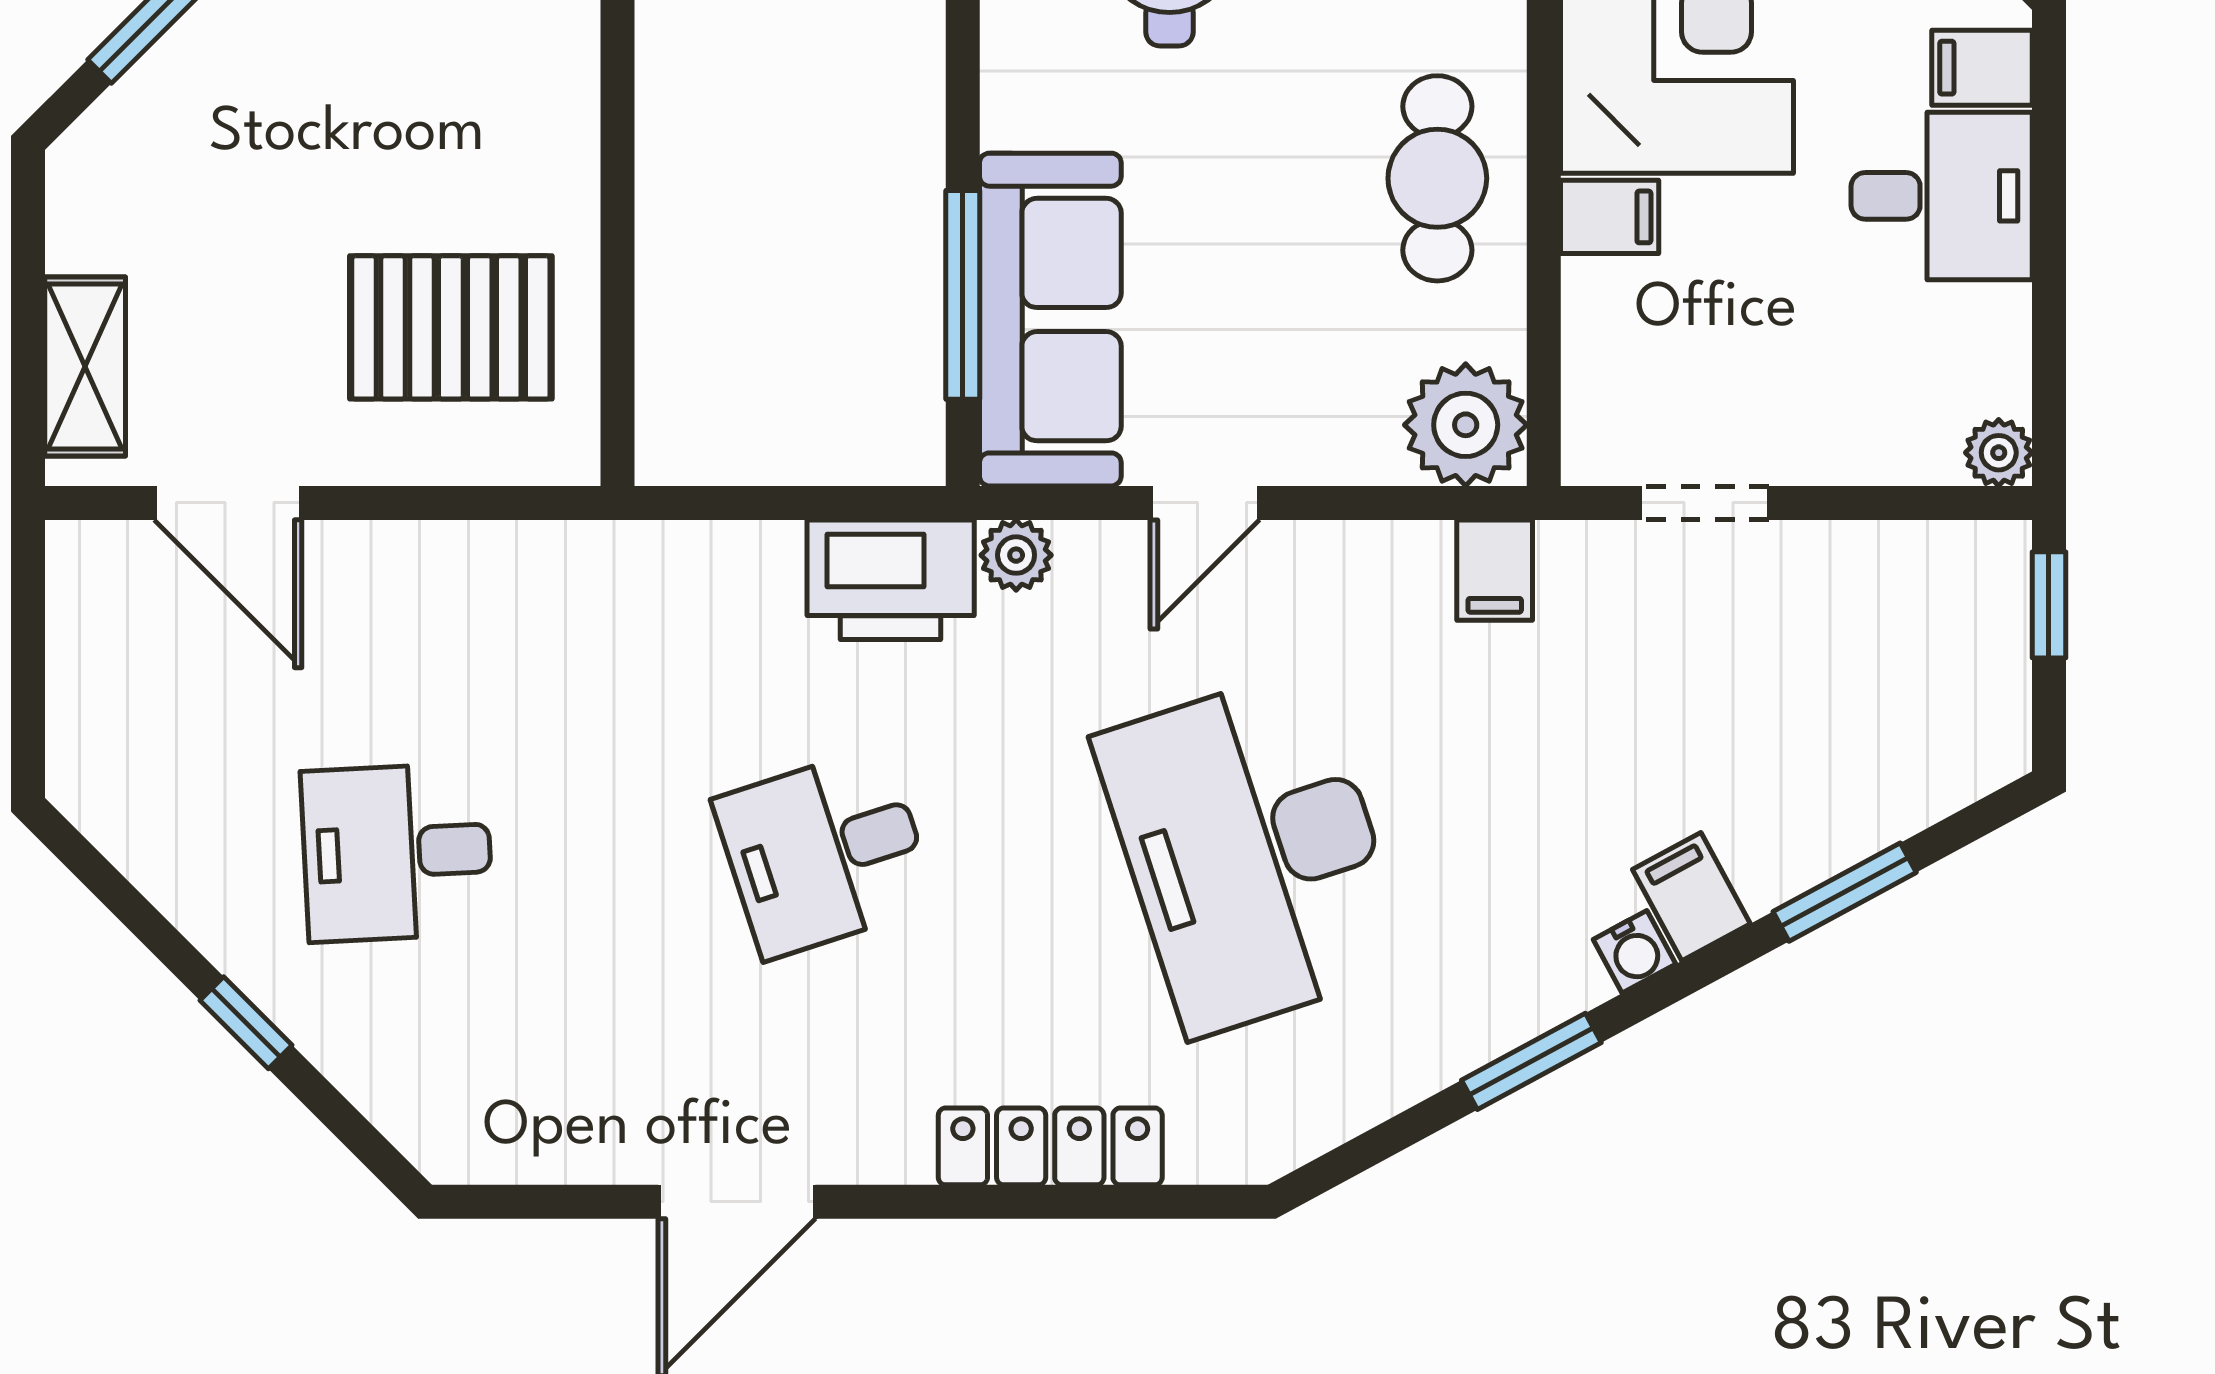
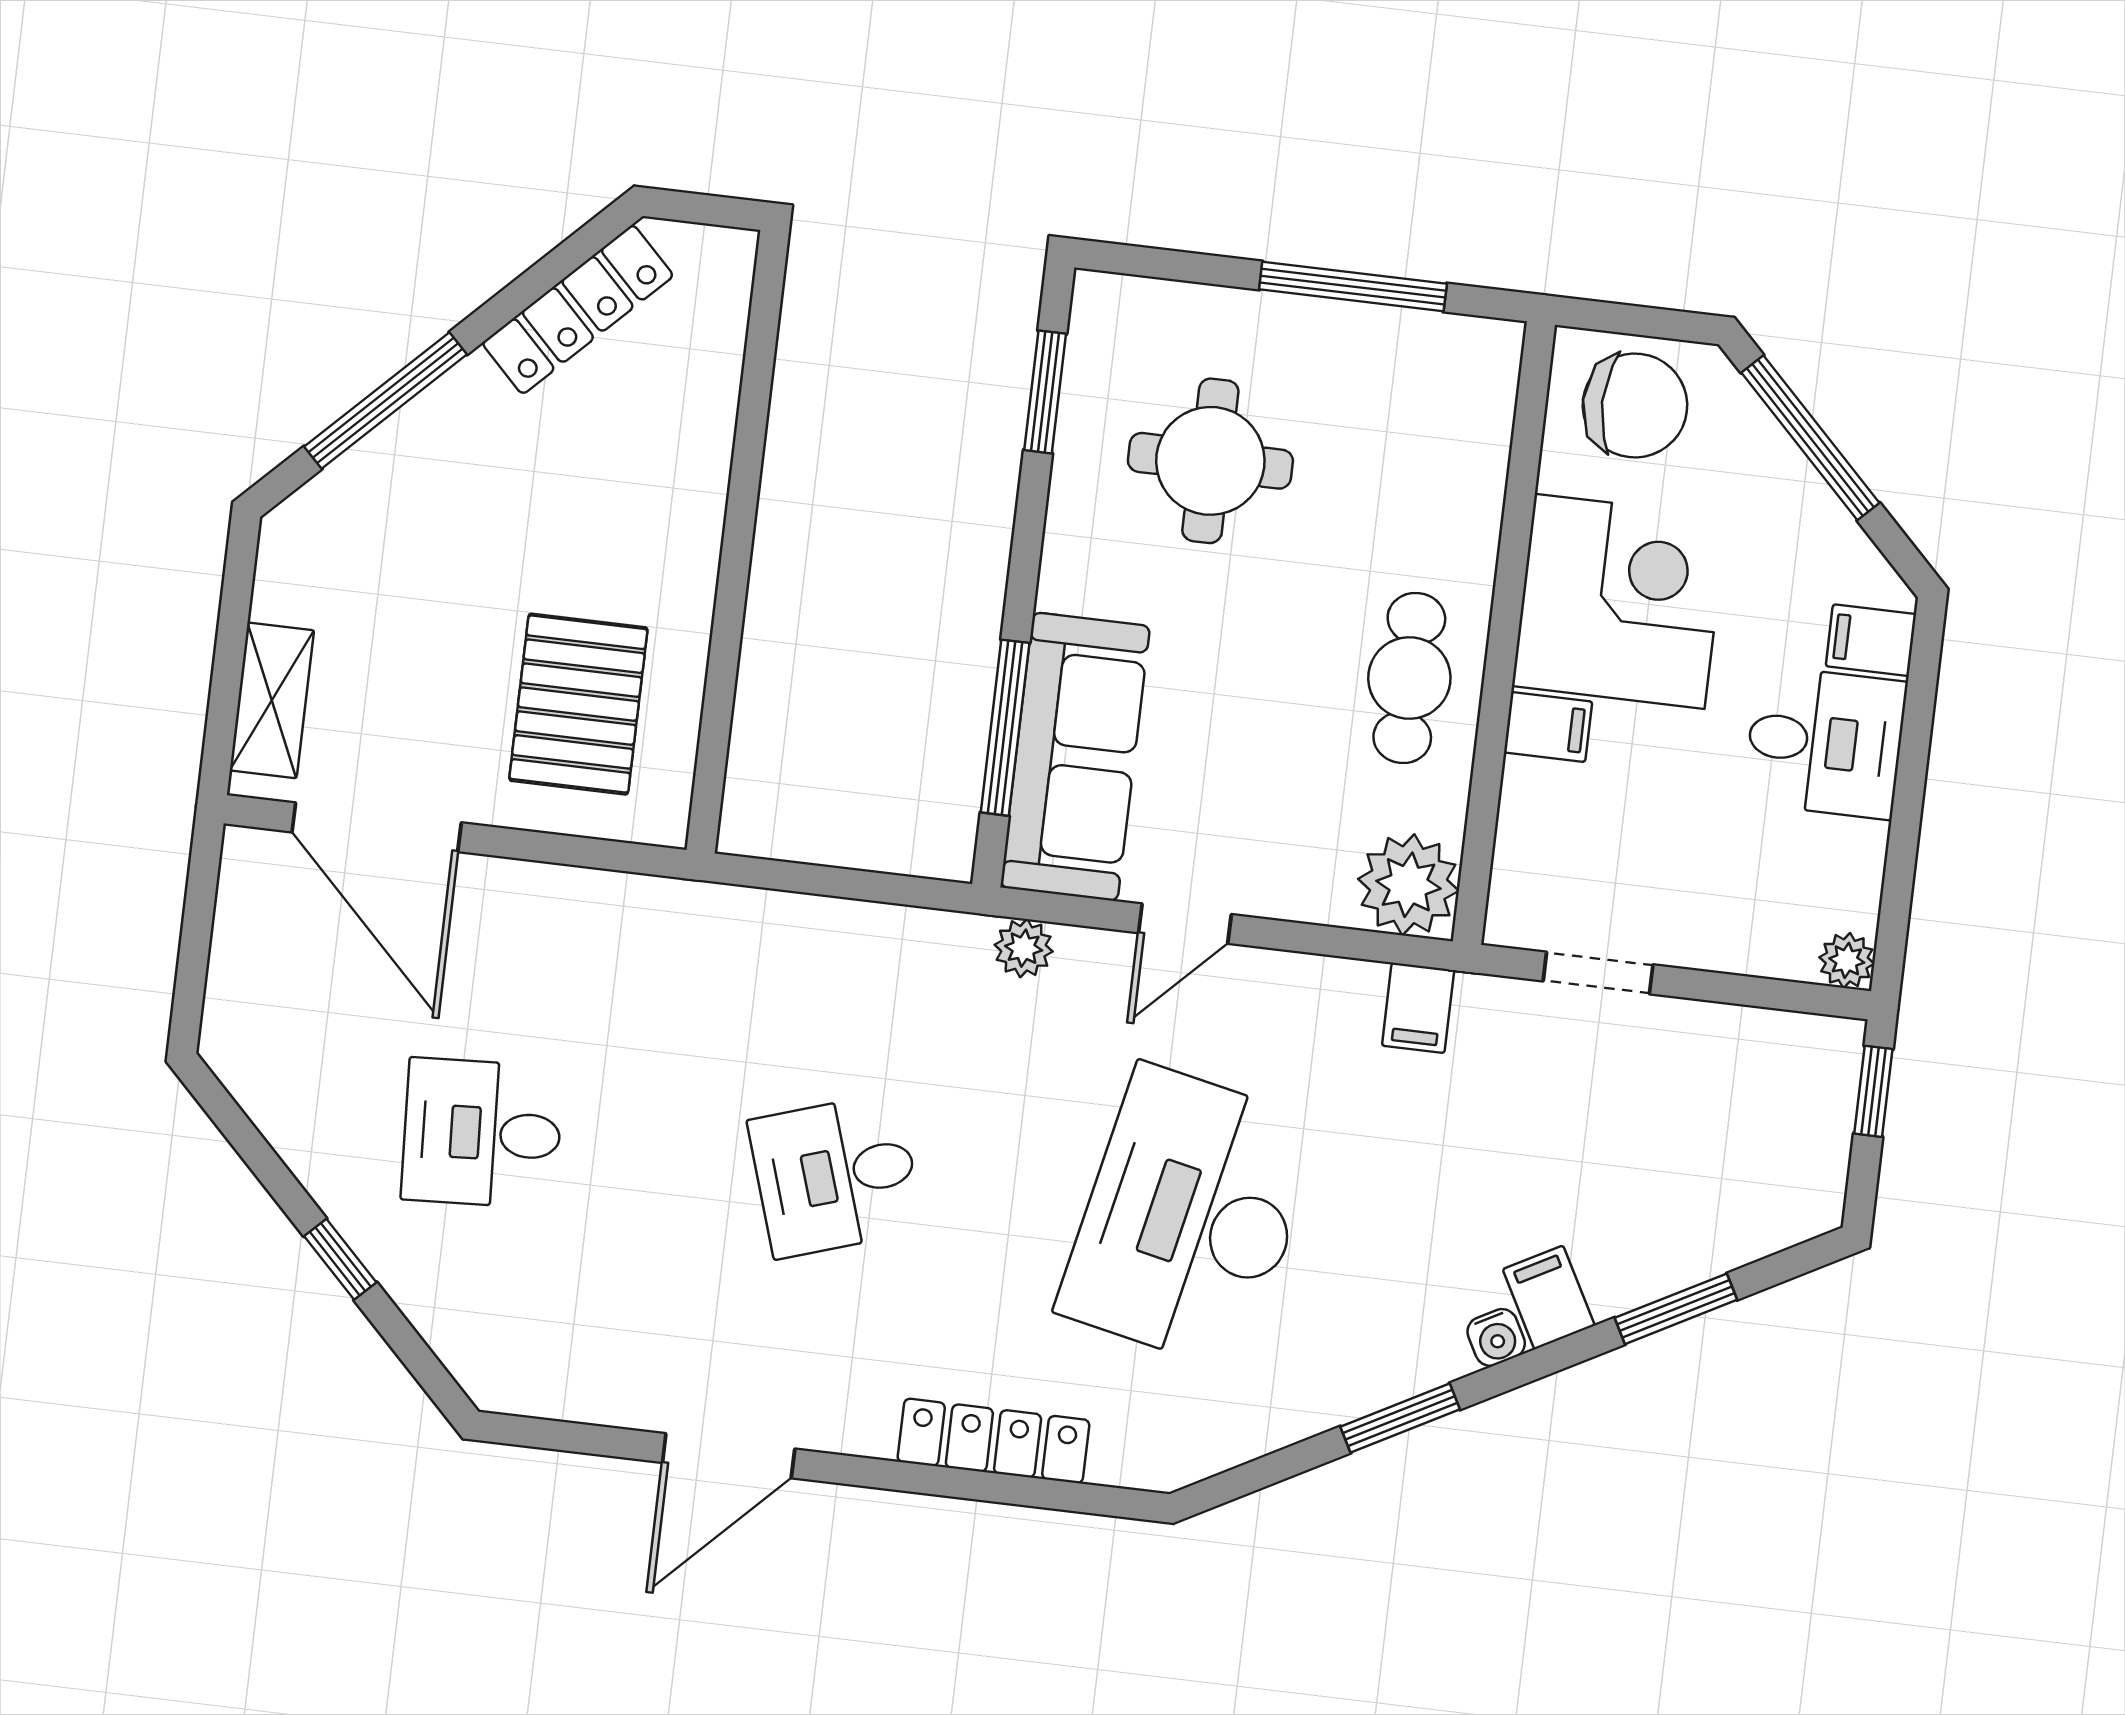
pallet: (451, 327) -> (578, 704), turned 90
door: (228, 503) -> (377, 827), width x1.36
printer: (891, 580) -> (917, 956), removed
desk: (1252, 852) -> (1190, 1218), turned 30

